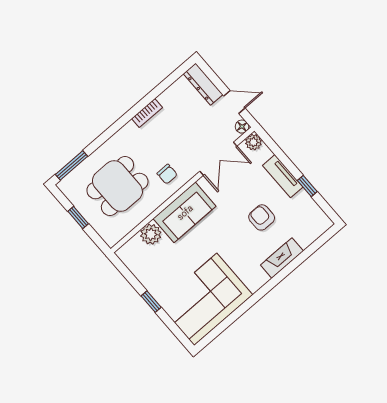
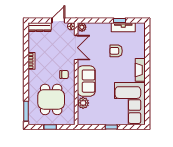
tv unit: (283, 176) -> (123, 27), moved
fireplace: (282, 258) -> (140, 70), moved

